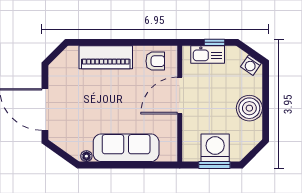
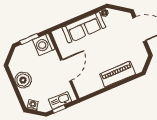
armchair: (155, 61) -> (88, 84), removed
washing machine: (215, 148) -> (44, 44), moved, turned 90

